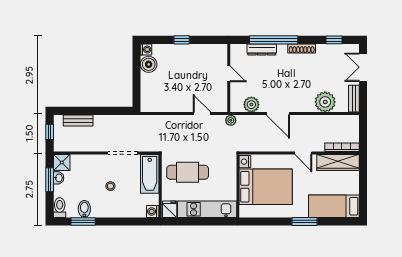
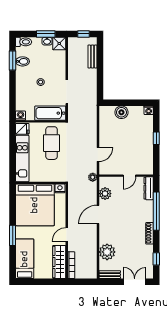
dresser: (262, 49) -> (149, 188), moved
boiler: (149, 64) -> (121, 112), moved
bed: (266, 187) -> (35, 205), width x1.36

